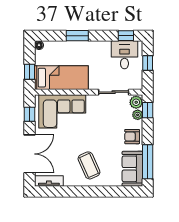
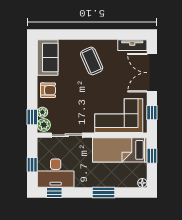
desk: (124, 55) -> (56, 173), width x1.37
window: (148, 162) -> (32, 65), removed

